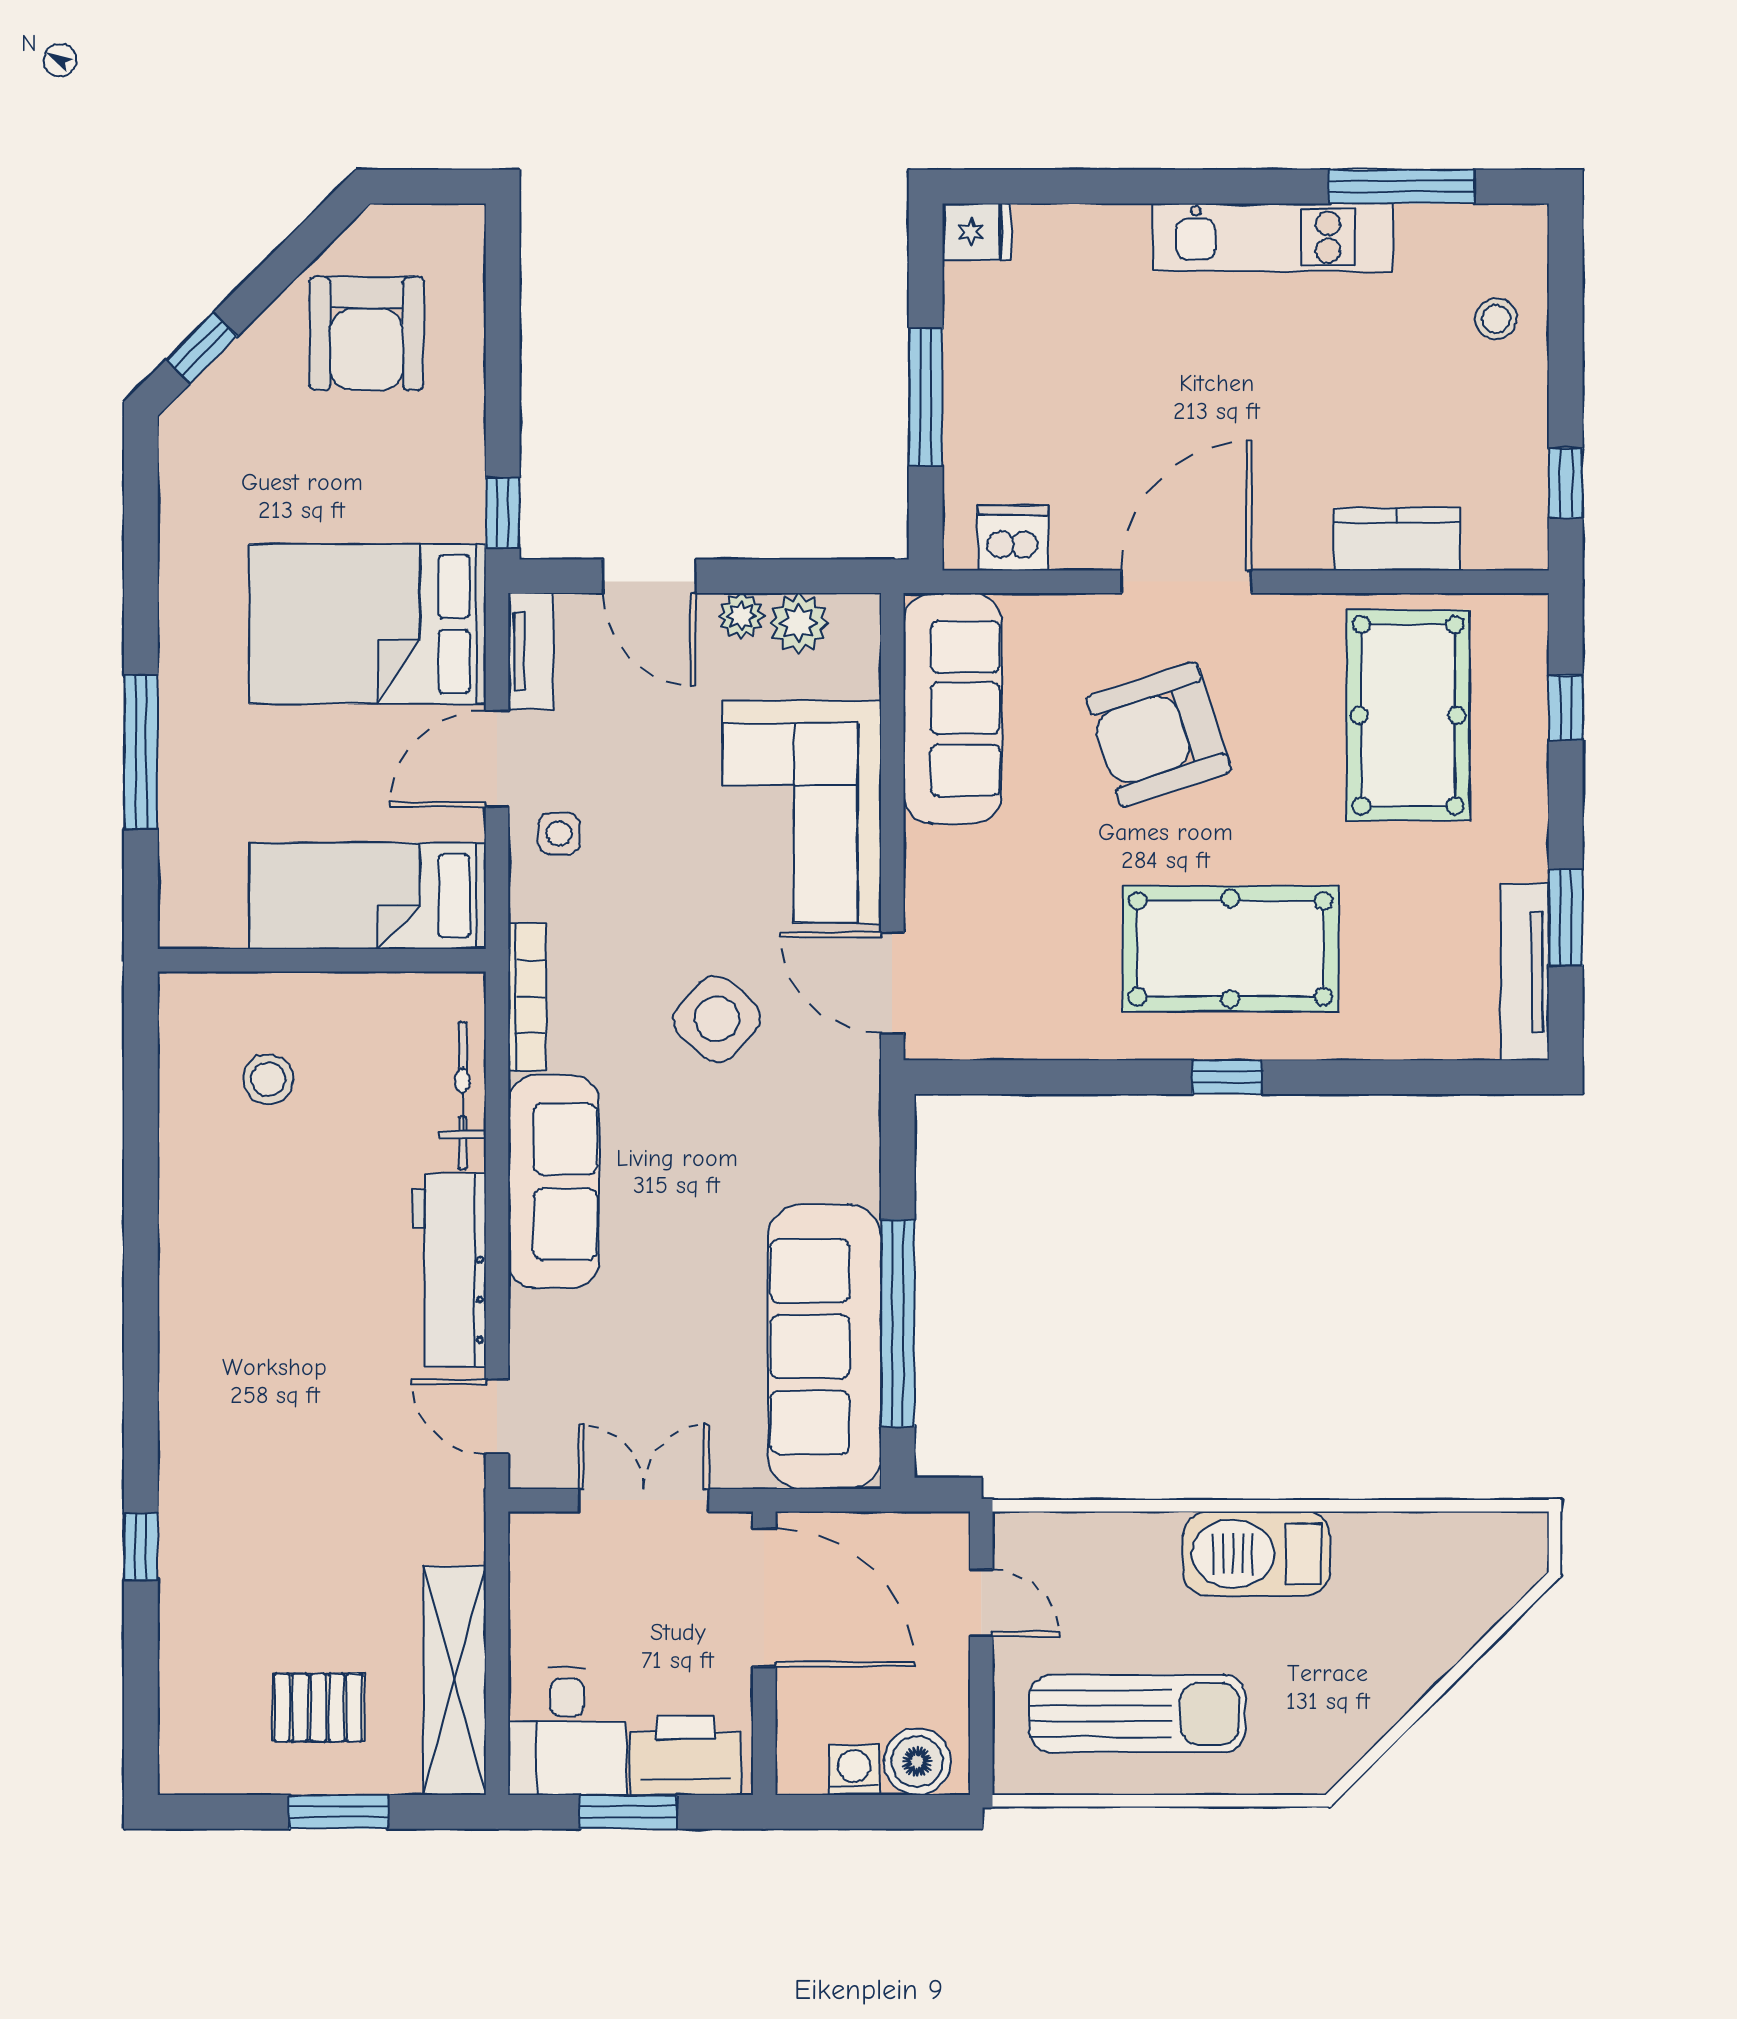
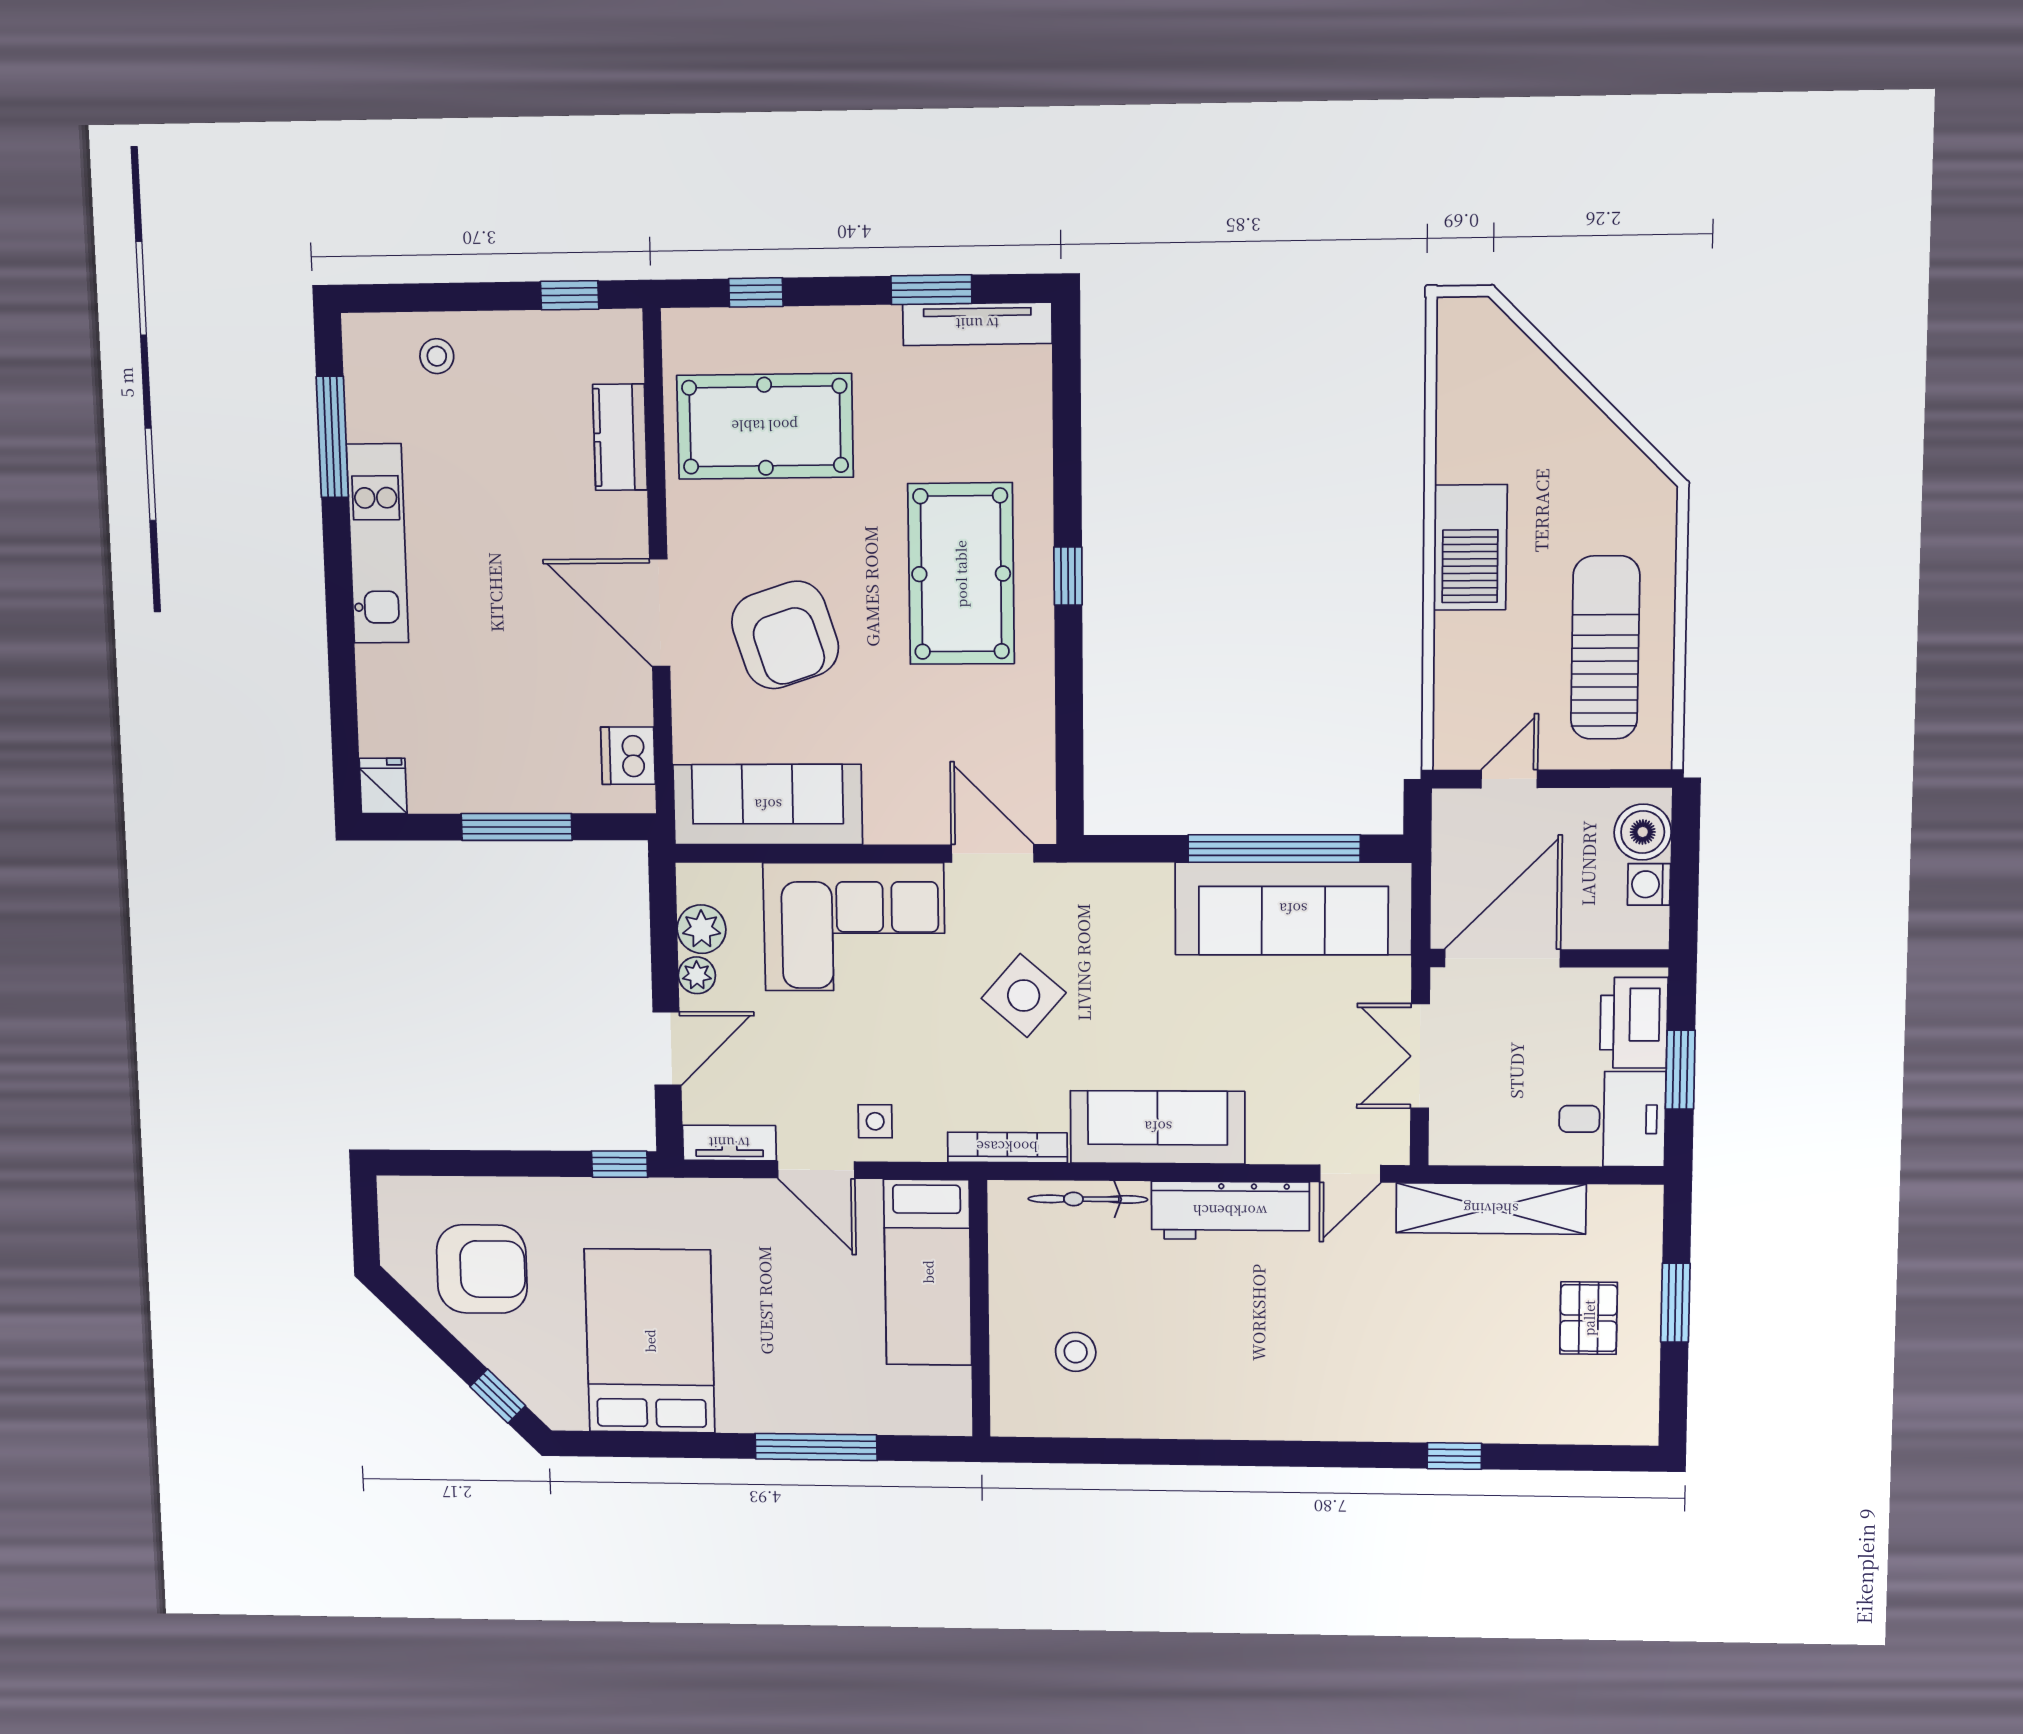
bed: (368, 624) -> (650, 1341), moved, turned 180
door: (892, 983) -> (993, 853), swing flipped
shelving: (455, 1680) -> (1491, 1209), moved

